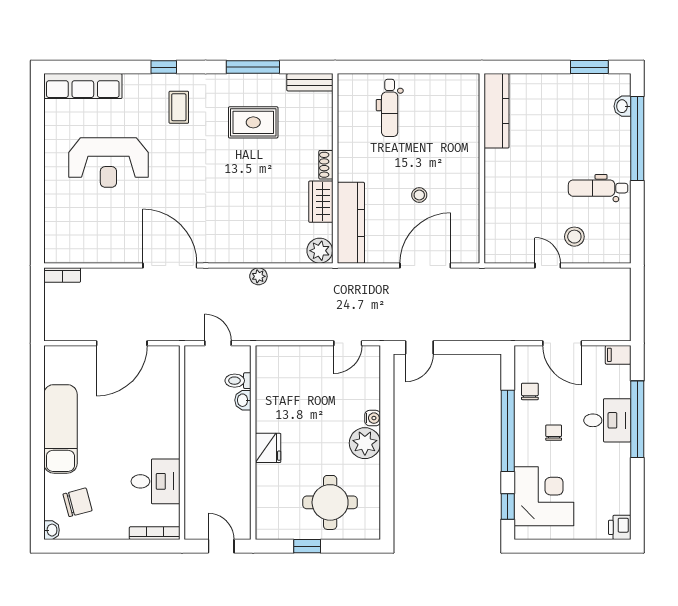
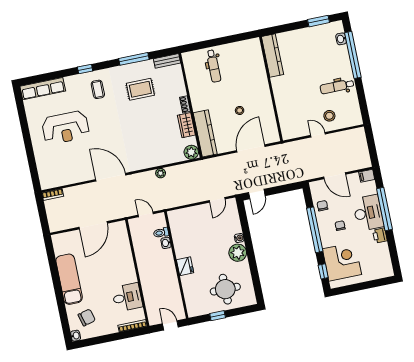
desk: (607, 420) -> (368, 213), width x1.37
printer: (620, 527) -> (380, 235), moved

